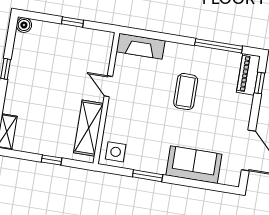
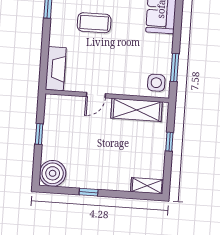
boiler: (24, 25) -> (53, 173), width x1.86, depth x1.86
window: (148, 176) -> (175, 67), moved

